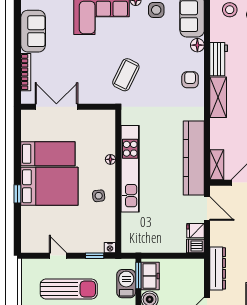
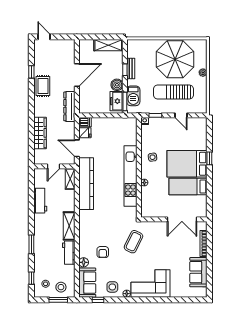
armchair: (190, 80) -> (103, 252), moved

